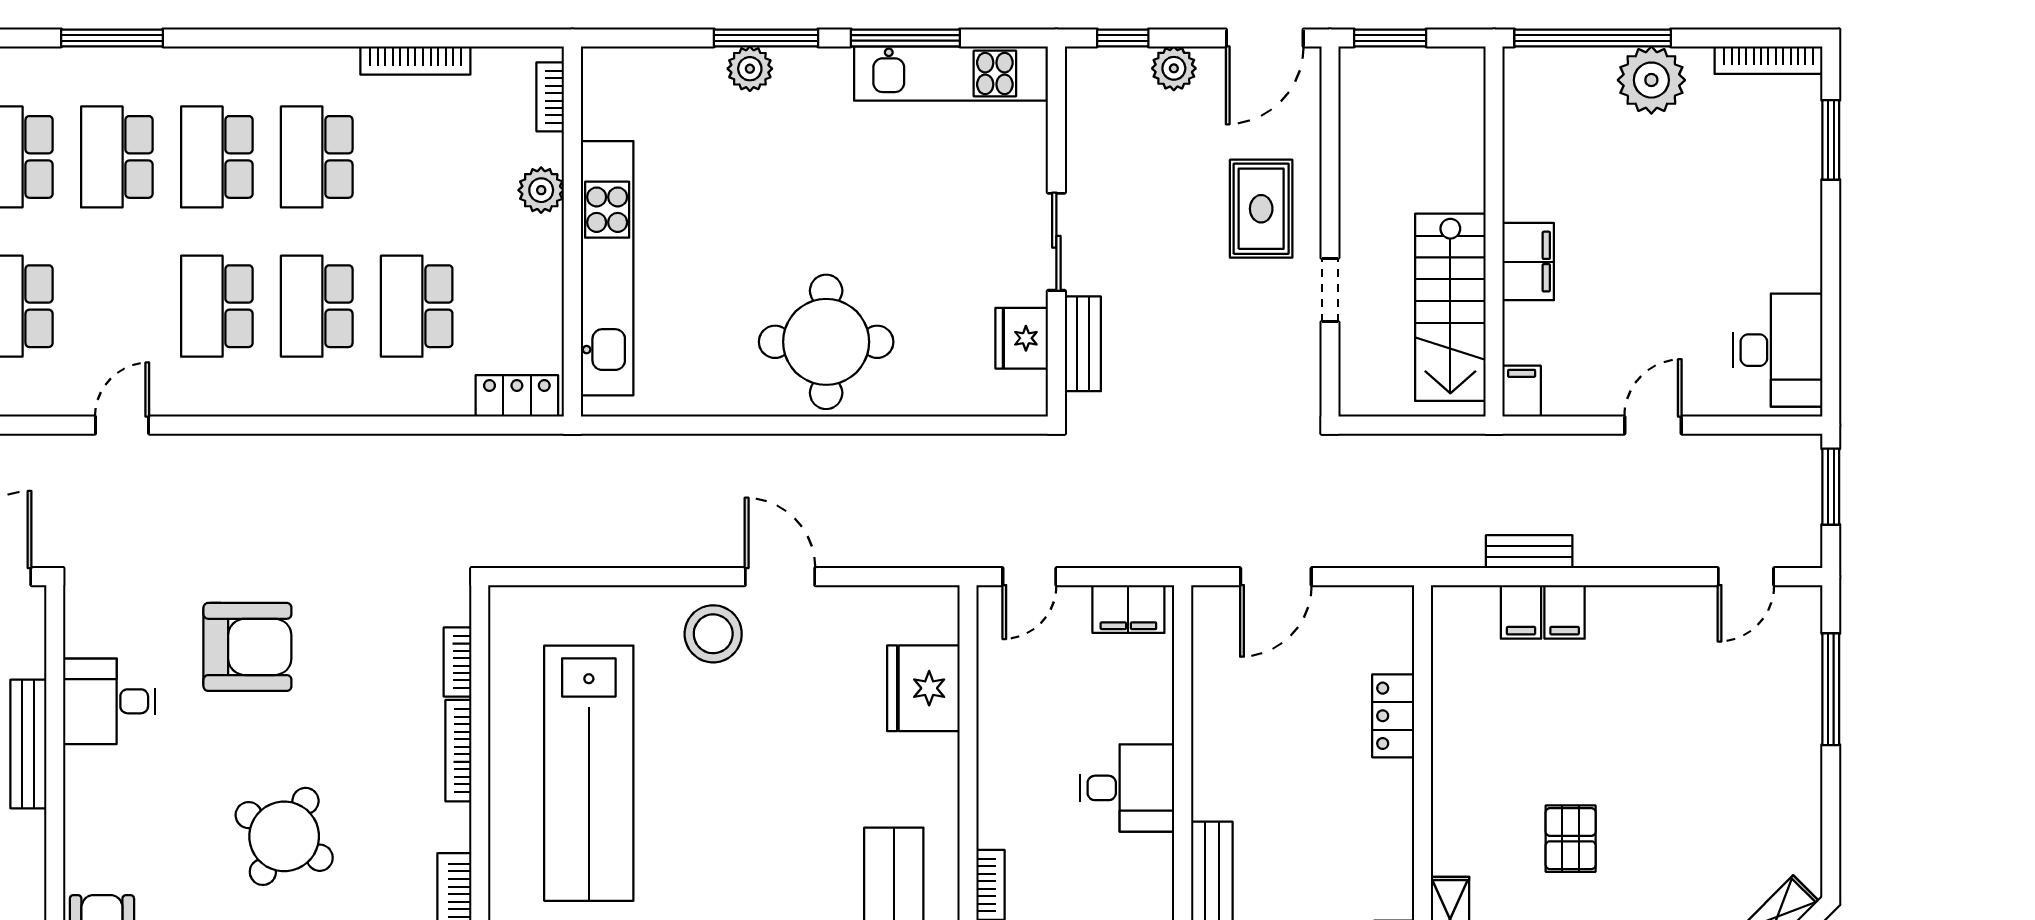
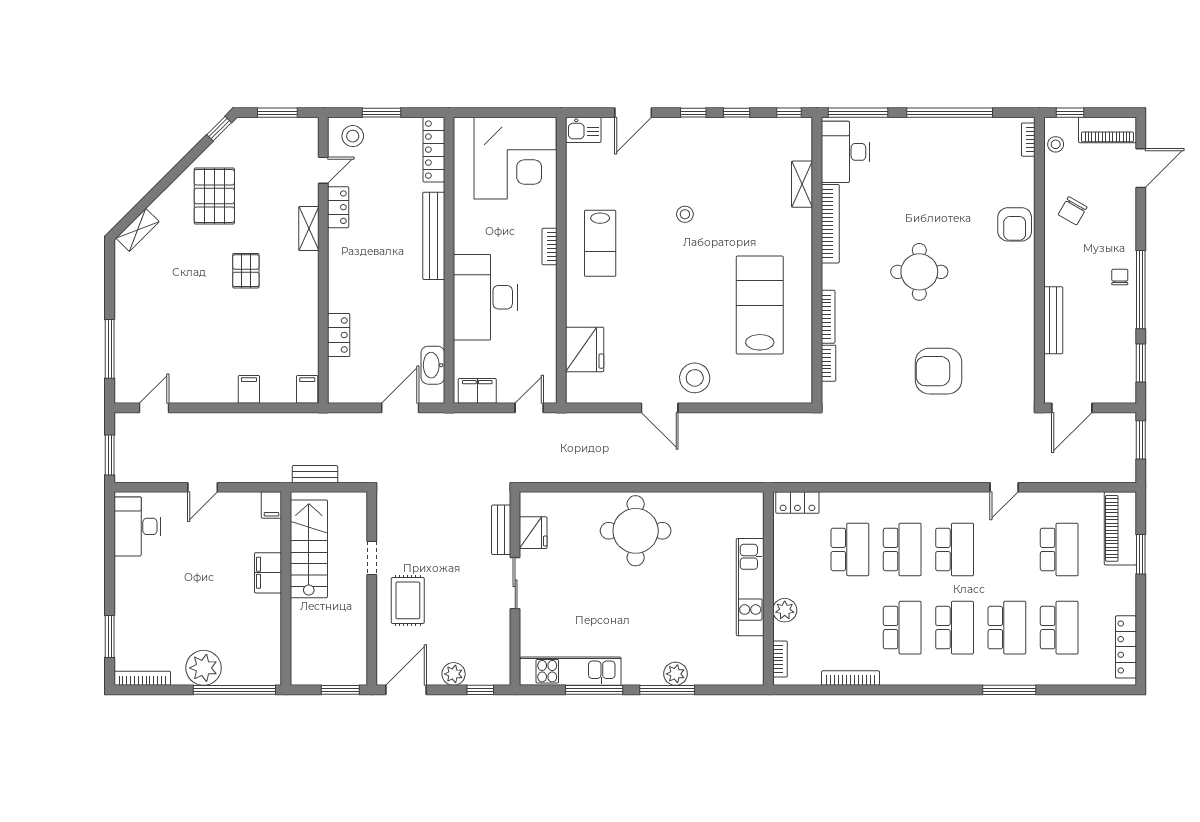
kitchen unit: (607, 268) -> (750, 587), width x0.73
bench: (1529, 552) -> (315, 474), moved
filing cabinet: (1521, 612) -> (307, 389), moved
washbasin: (1213, 658) -> (433, 365), added
desk: (109, 701) -> (1011, 343), removed
lab bench: (589, 773) -> (760, 305), width x0.73
desk: (1127, 788) -> (485, 297), width x1.87, depth x1.30
round table: (284, 836) -> (919, 272), turned -31

